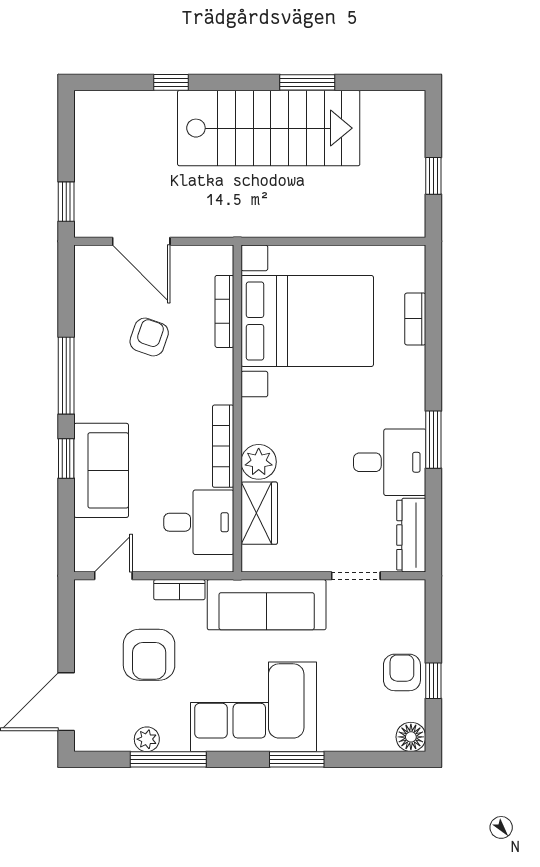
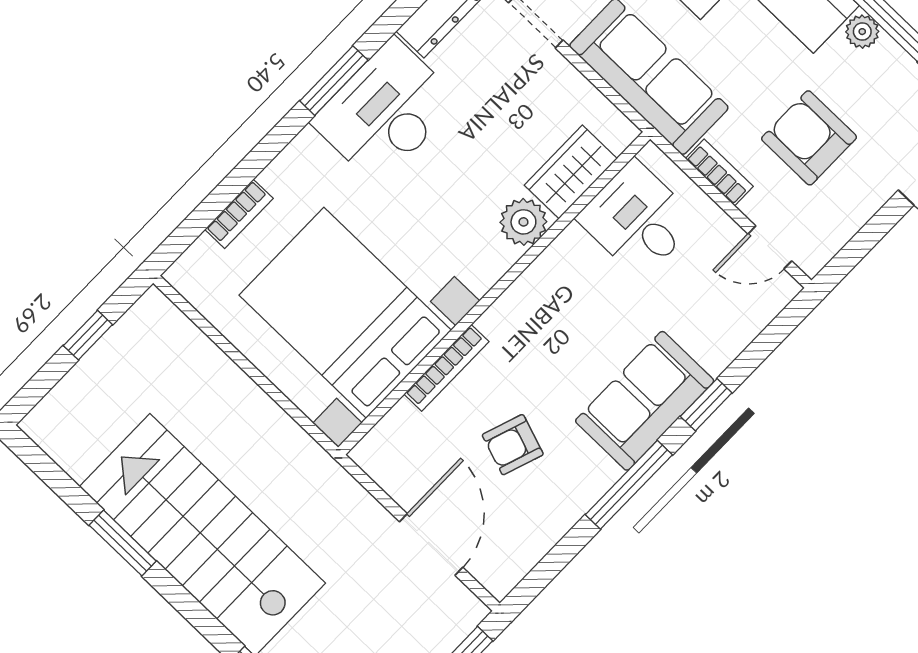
bookcase: (224, 311) -> (446, 368), moved
bookcase: (223, 446) -> (543, 270), removed
desk: (390, 462) -> (386, 111), width x1.37
sofa: (101, 470) -> (645, 401), moved
armchair: (149, 655) -> (809, 138), turned -90
plant: (147, 739) -> (862, 32), moved

